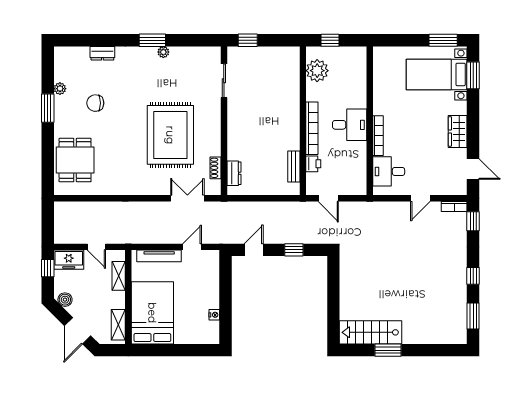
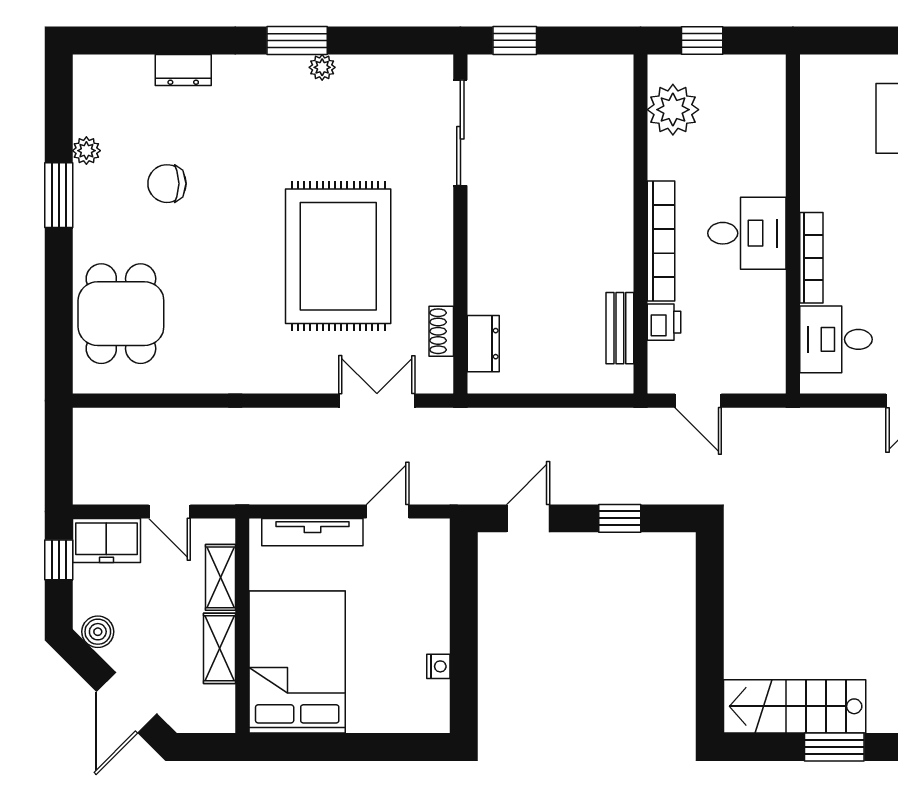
sliding door: (224, 81) -> (460, 133), width x1.37
shelving: (118, 325) -> (219, 648), moved

